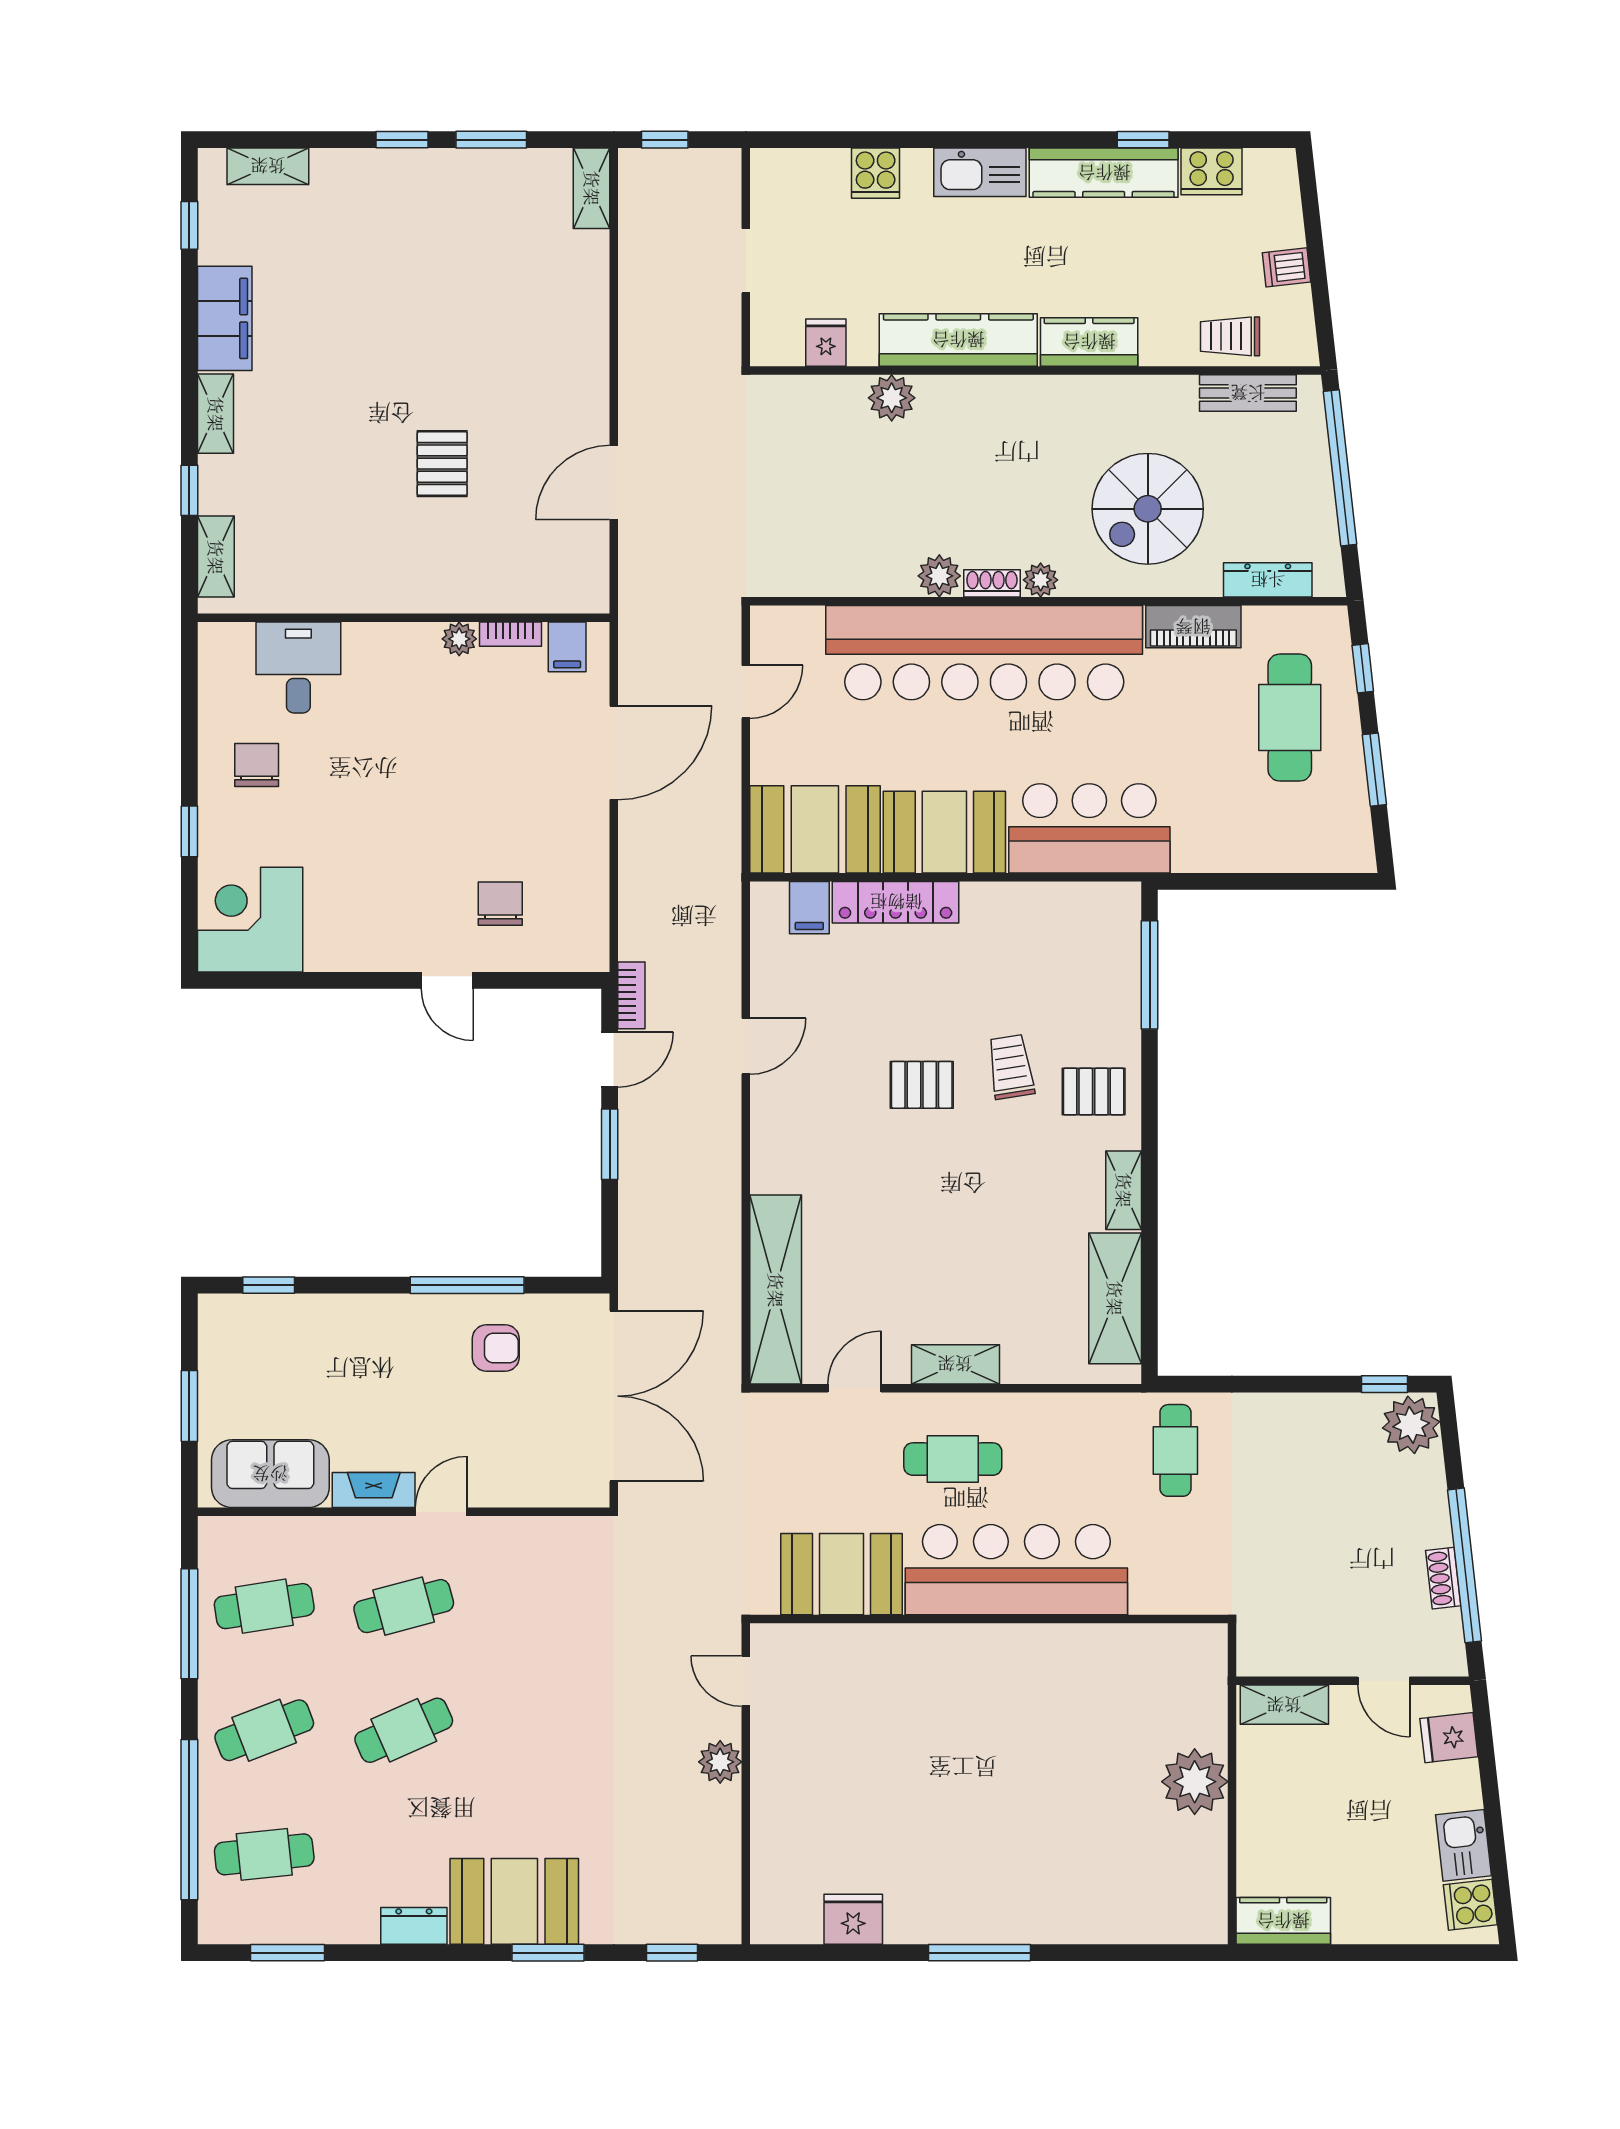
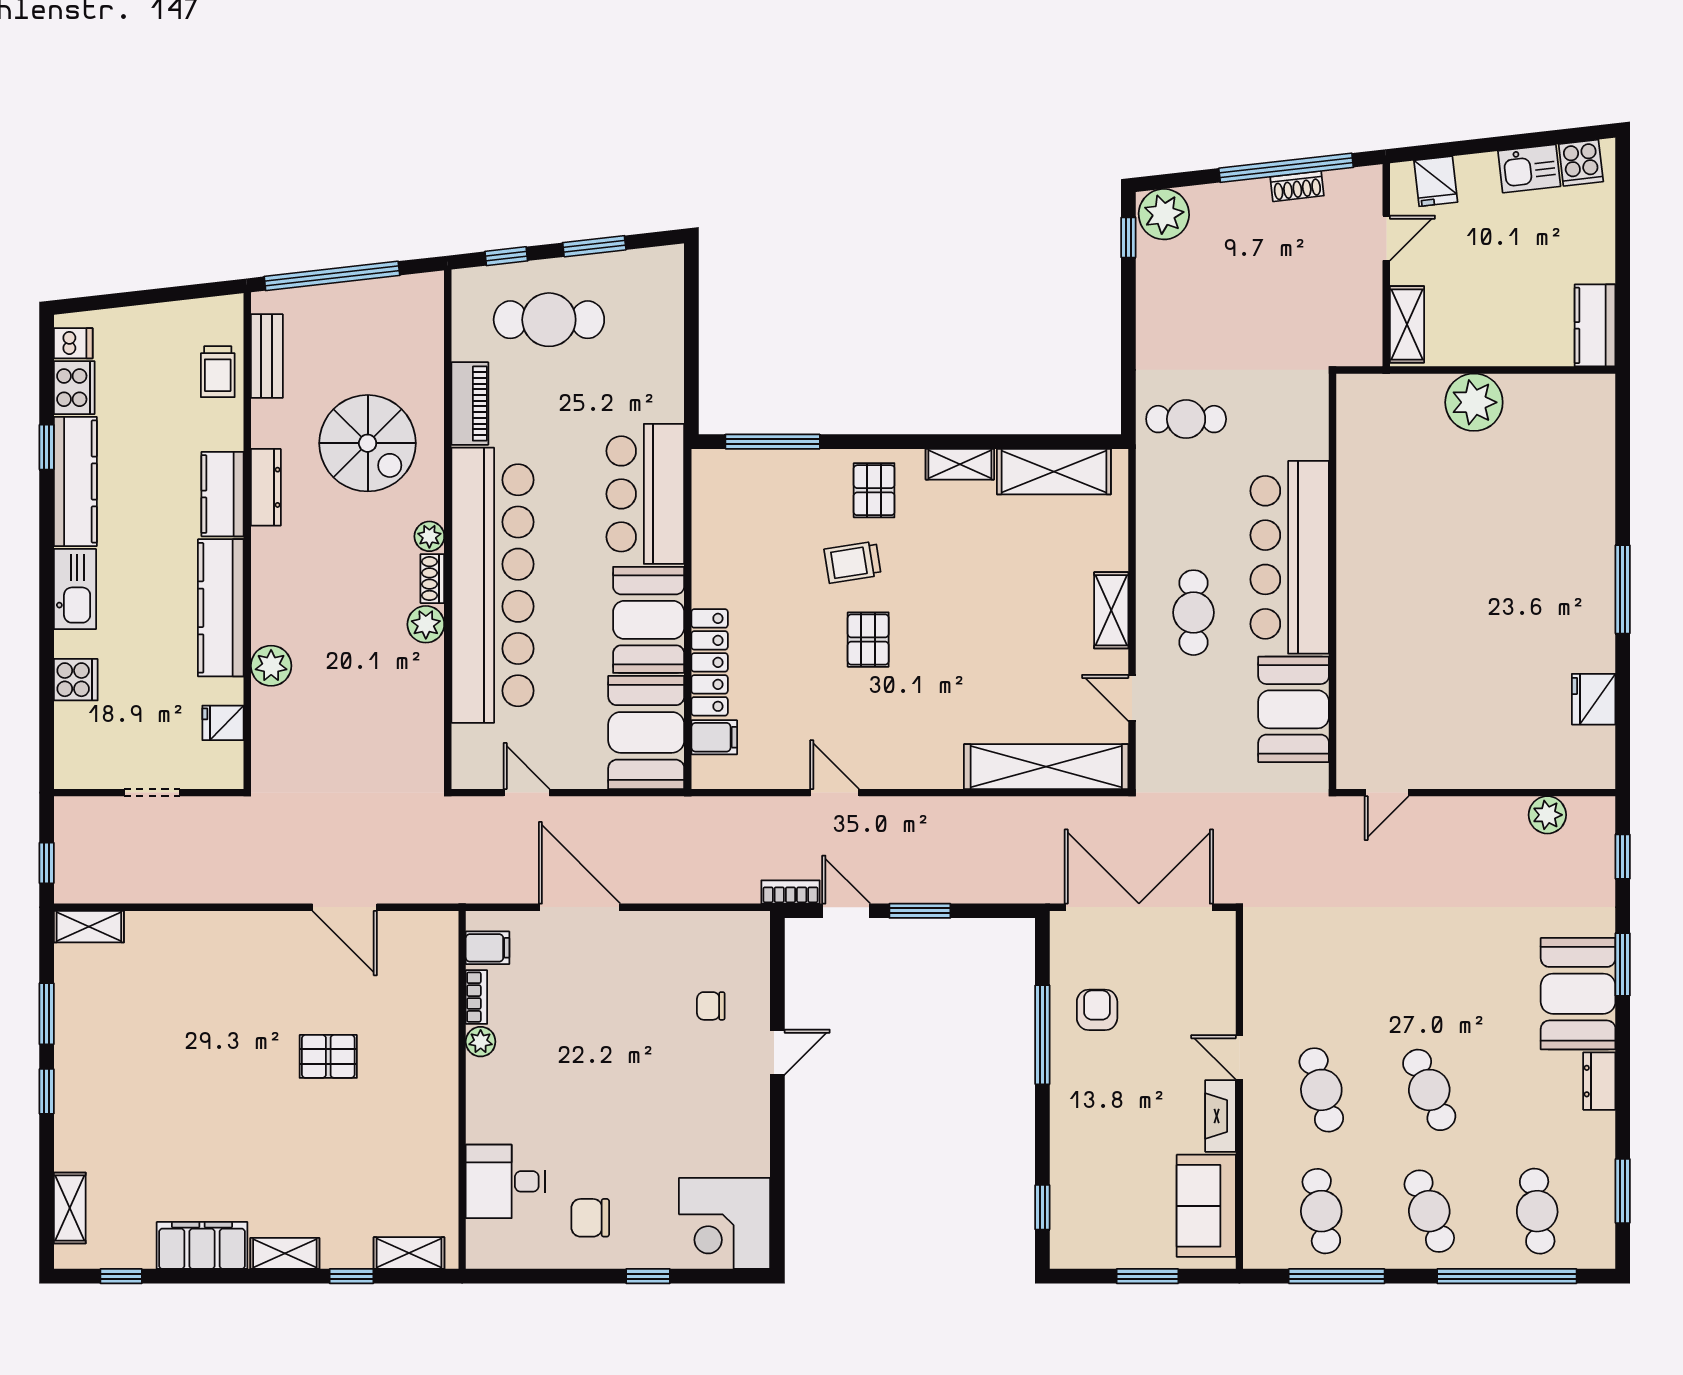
dishwasher: (1286, 267) -> (73, 343), moved, turned -84
dresser: (1268, 580) -> (266, 487), moved, turned 180
chair: (500, 904) -> (711, 1006), width x0.73, depth x0.73
plant: (720, 1762) -> (1547, 815), moved

